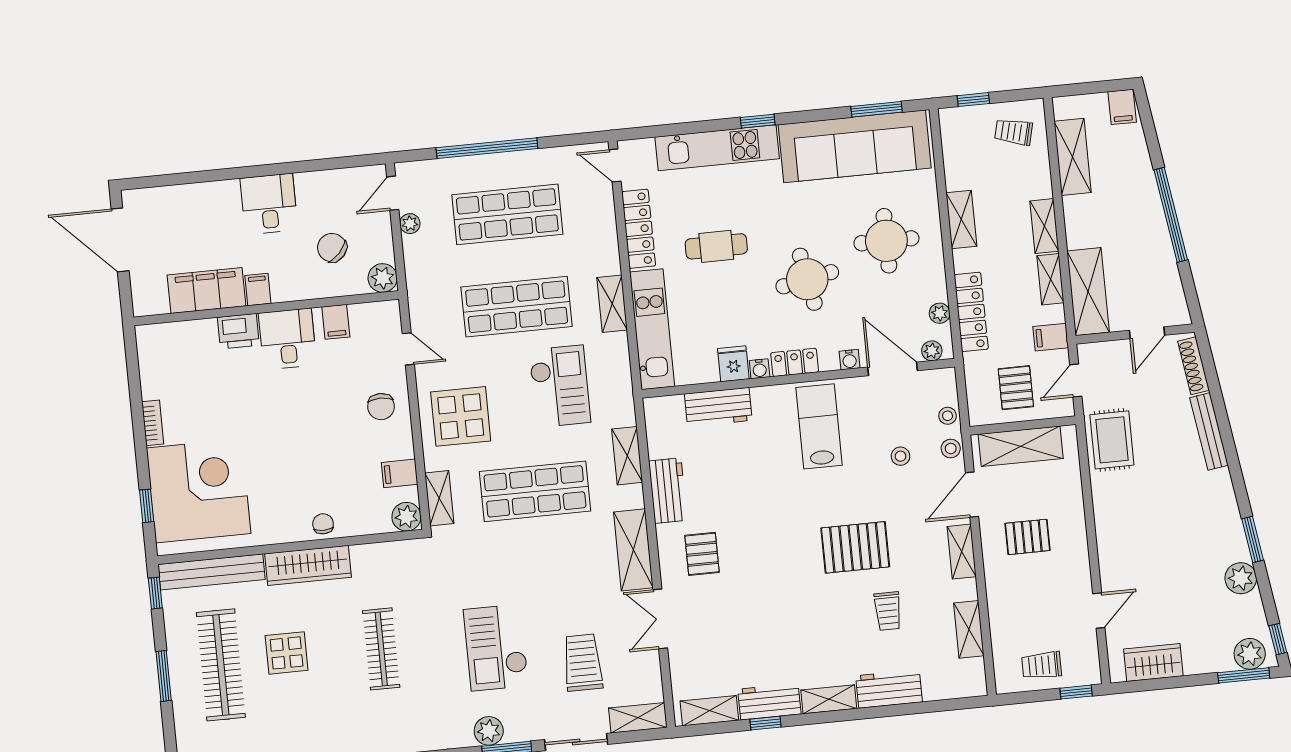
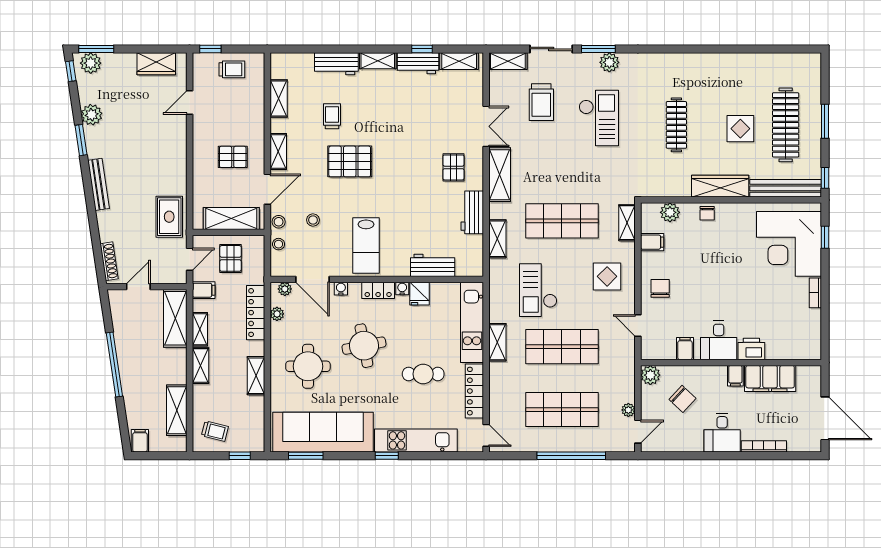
bookcase: (206, 190) -> (764, 446), added
display table: (461, 416) -> (607, 276), width x0.73, depth x0.73
bench: (1209, 431) -> (98, 184), moved
plant: (406, 517) -> (670, 212), moved

